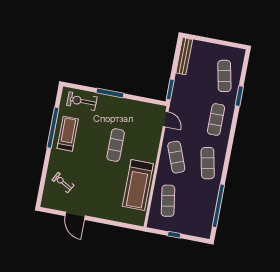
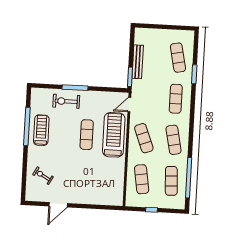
bench: (184, 56) -> (138, 62), moved
exercise bike: (82, 101) -> (66, 101), moved
door: (166, 119) -> (129, 105), swing flipped
treadmill: (138, 185) -> (114, 135), moved, turned 180
exercise mat: (199, 207) -> (171, 181), added
door: (75, 216) -> (58, 205), hinge flipped

